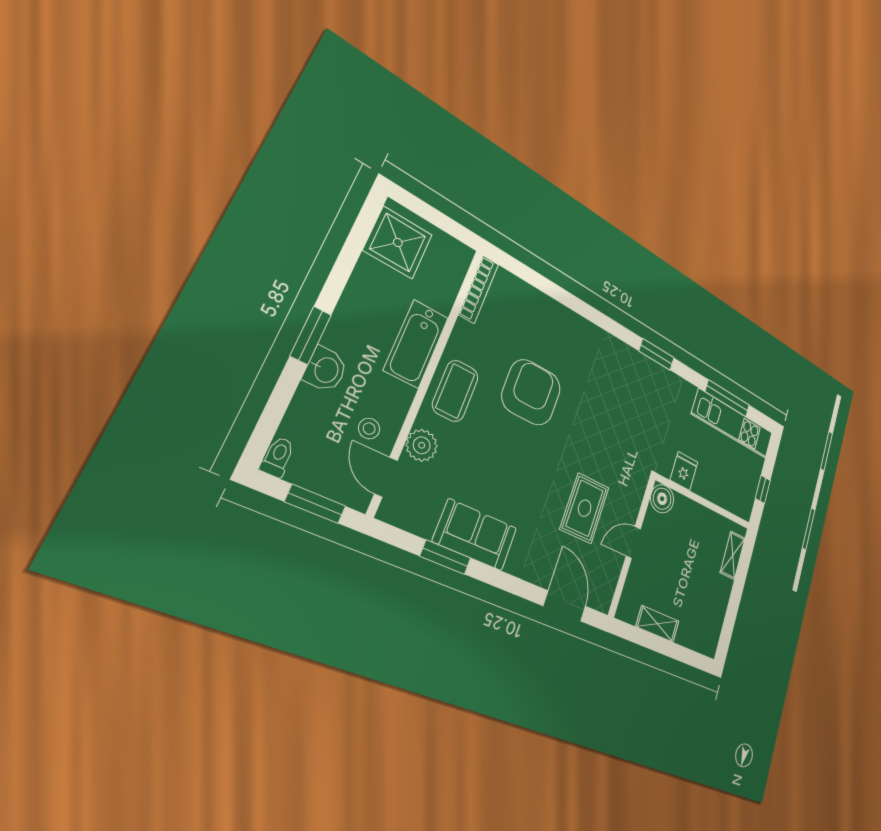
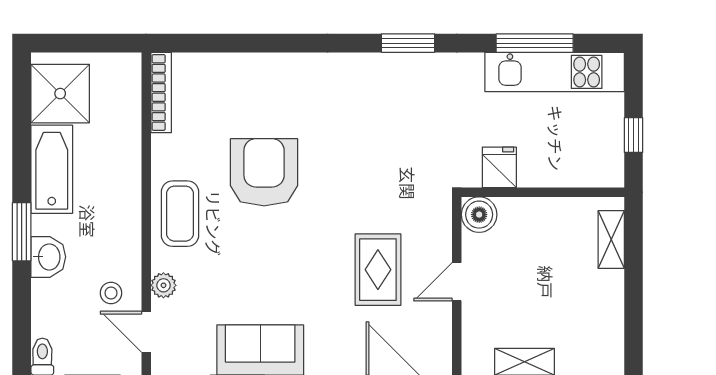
bathtub: (416, 344) -> (52, 169), moved, turned 180
plant: (422, 445) -> (163, 285), width x0.73, depth x0.73

